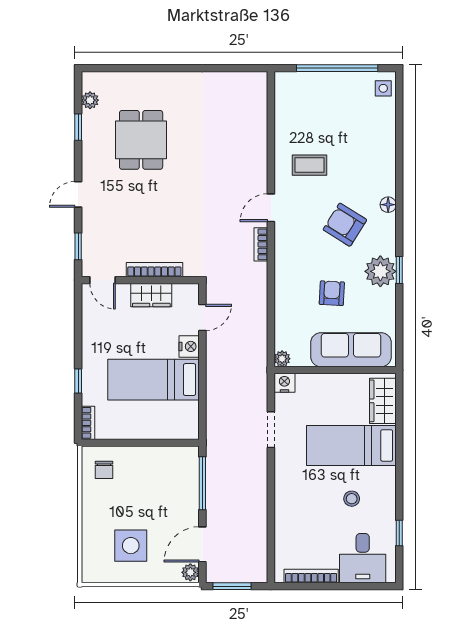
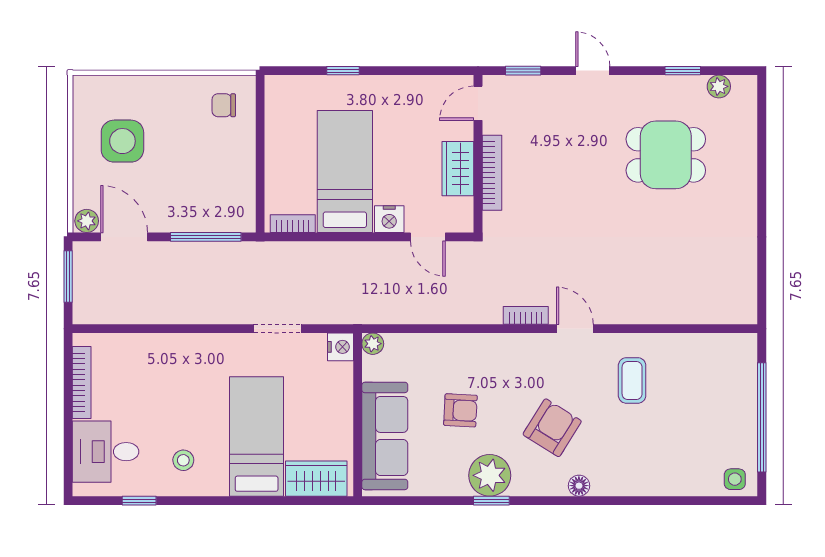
bookcase: (88, 423) -> (293, 224), moved, turned 180
stool: (352, 499) -> (183, 460), moved

